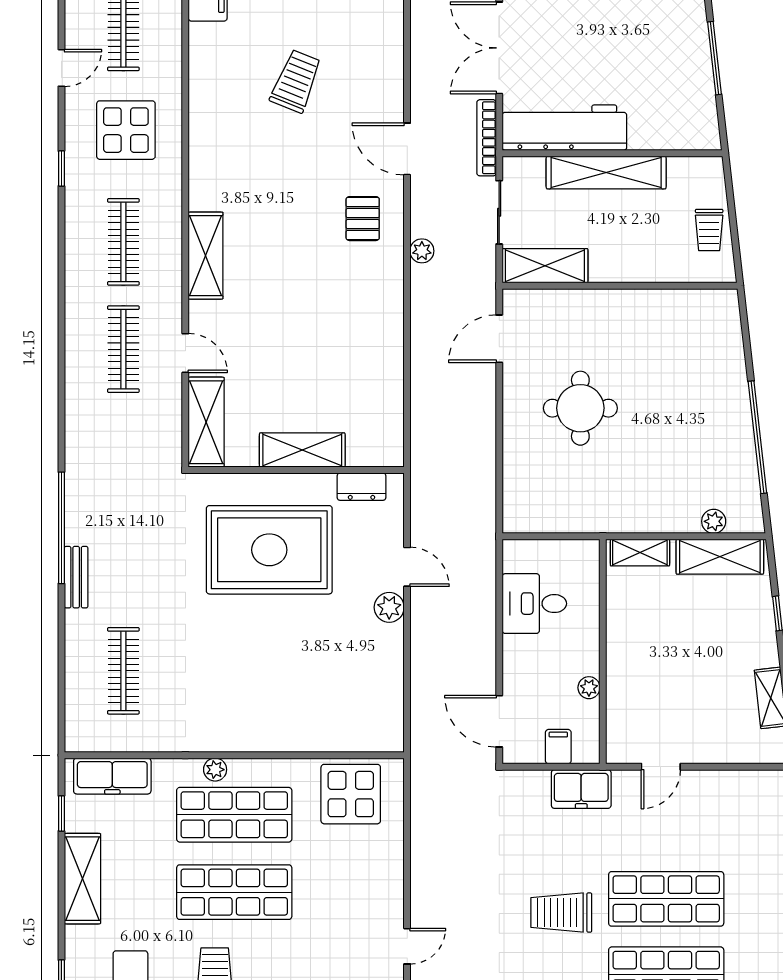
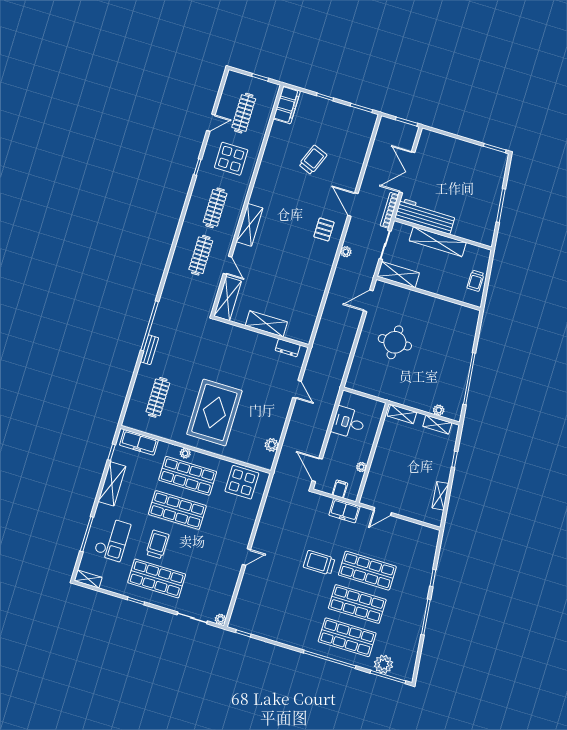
rug: (269, 550) -> (214, 412), moved, turned 90
shelving: (720, 557) -> (437, 425), width x0.67, depth x0.75
plant: (389, 607) -> (272, 445), moved

